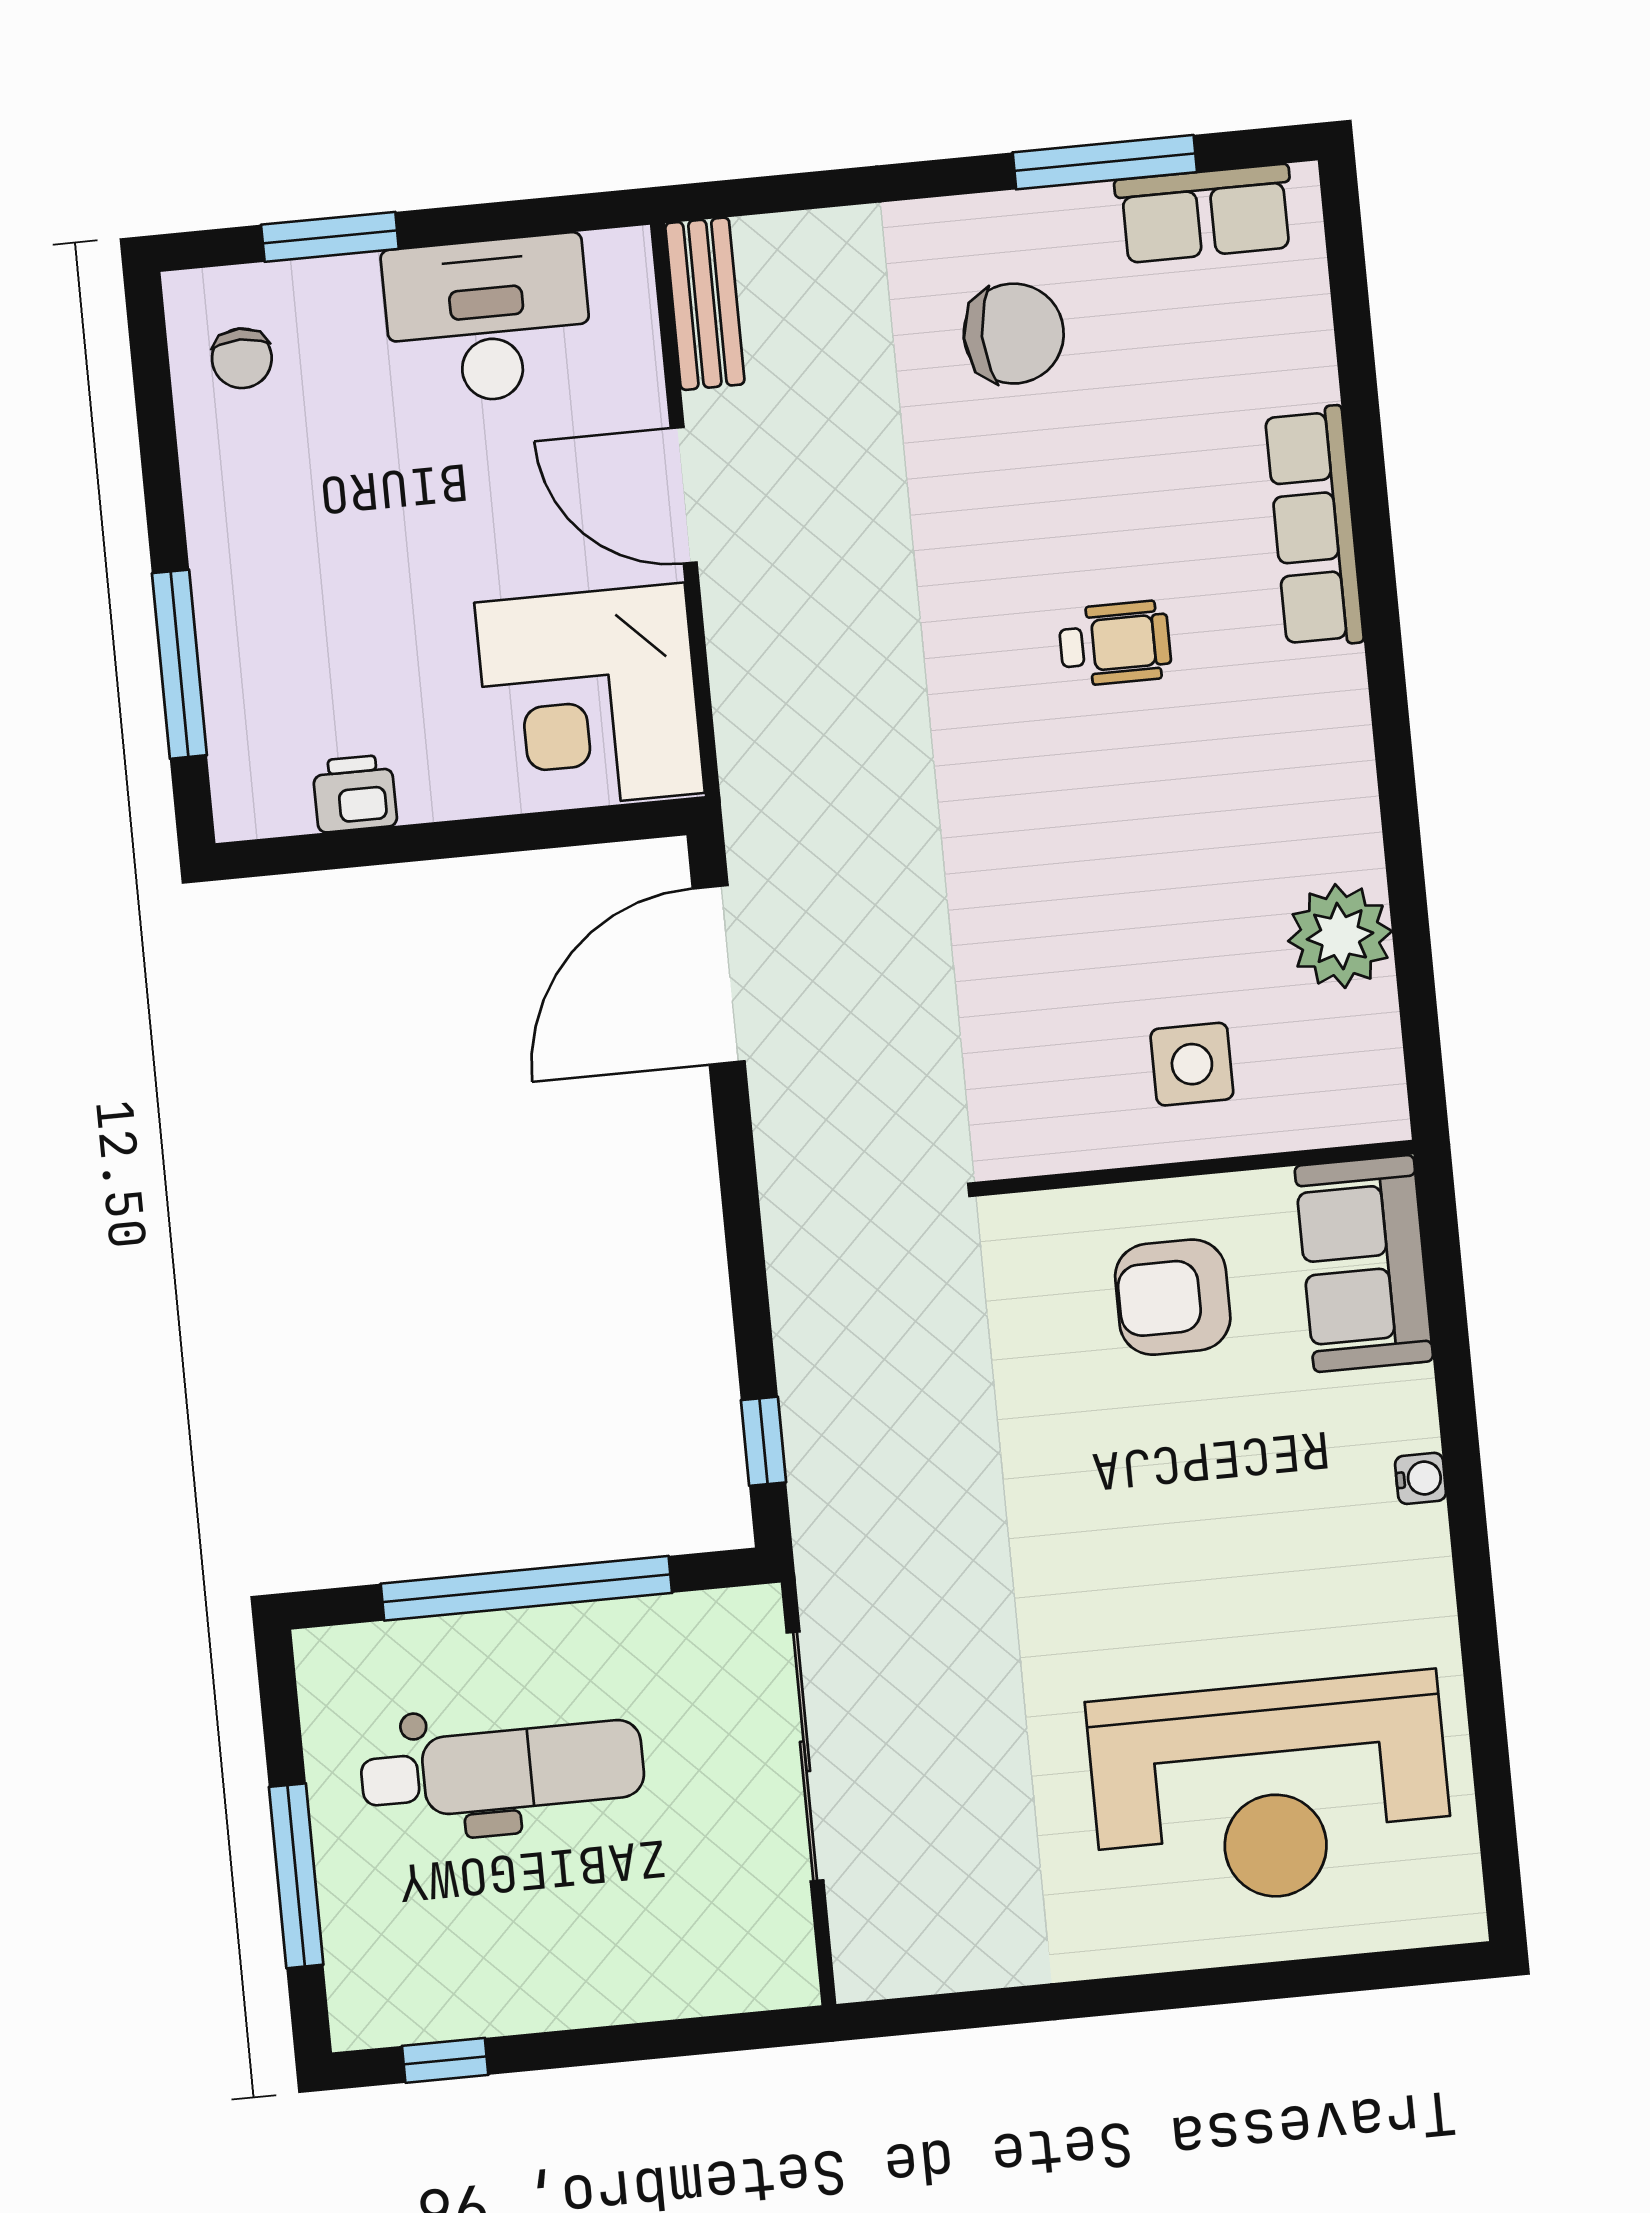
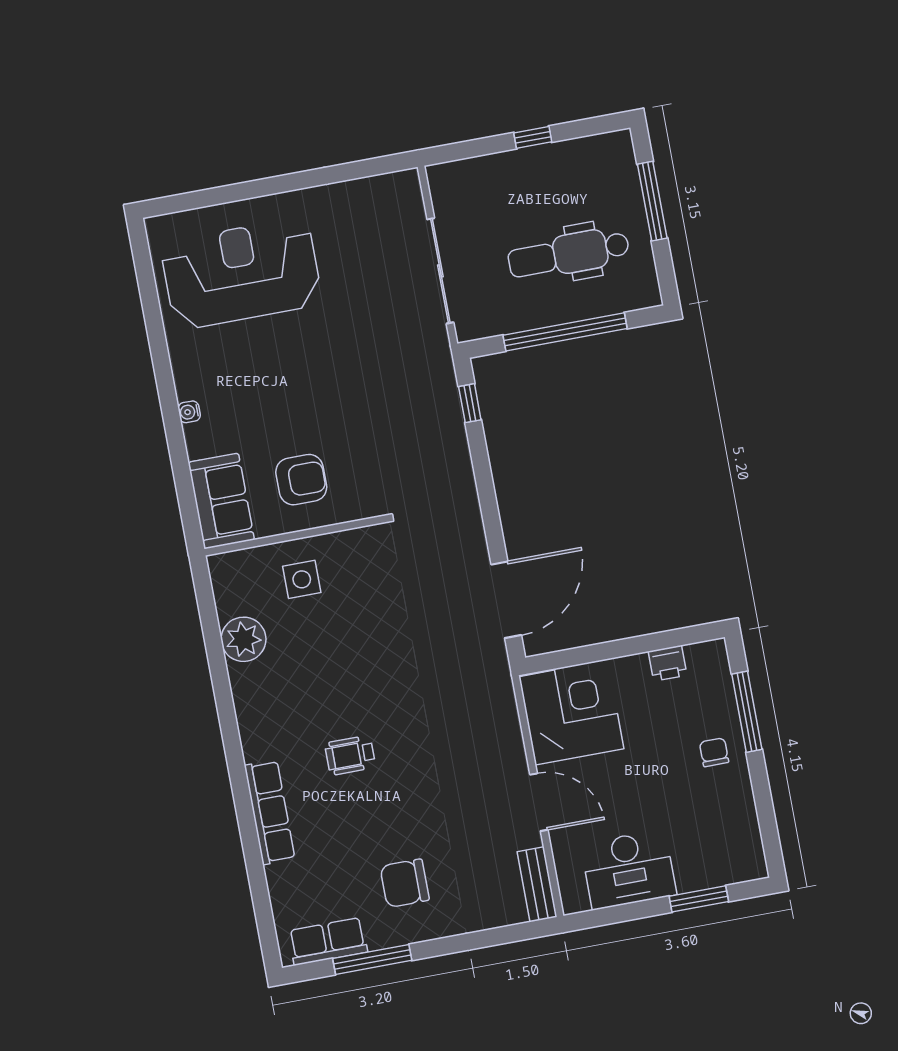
chair: (242, 358) -> (714, 752), moved
window: (445, 2060) -> (533, 137), moved

